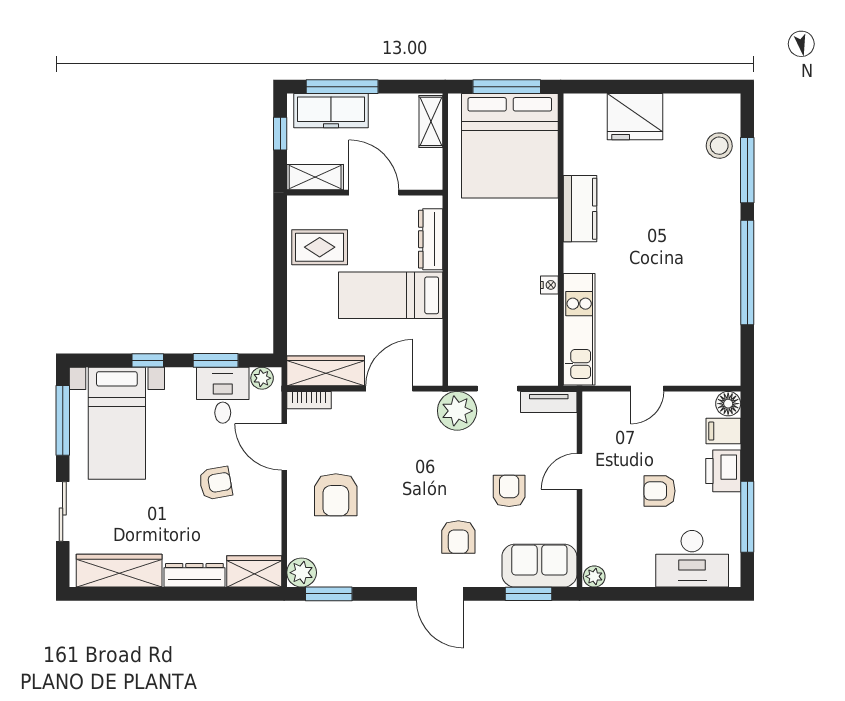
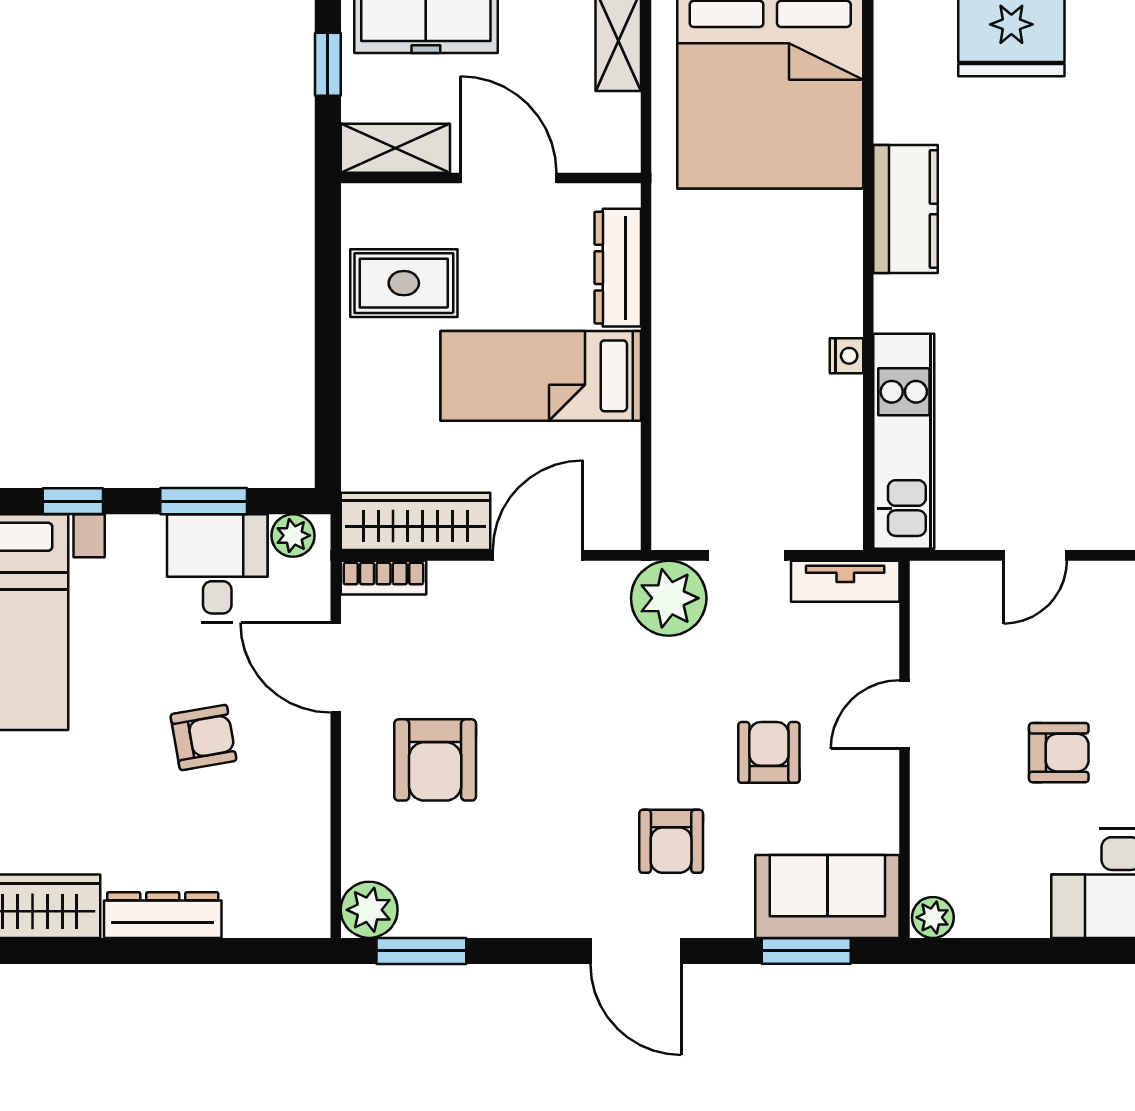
armchair: (660, 491) -> (1059, 753), turned 180
wardrobe: (254, 571) -> (278, 908), removed

